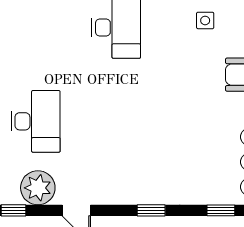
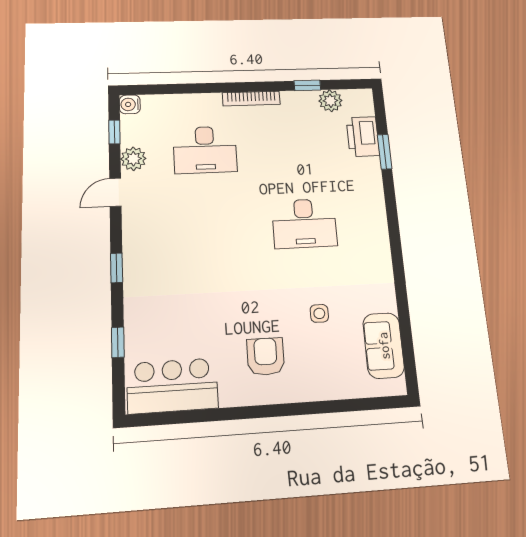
plant: (38, 188) -> (133, 159), width x0.73, depth x0.73

